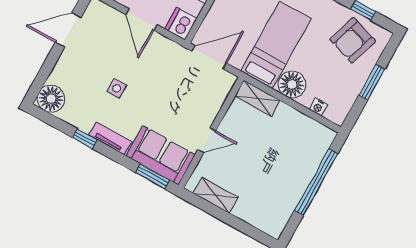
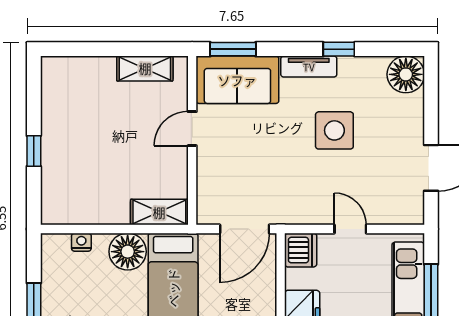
door: (142, 20) -> (350, 229), width x0.73
side table: (117, 88) -> (334, 130), width x1.87, depth x1.87
window: (316, 182) -> (34, 151), width x0.32

